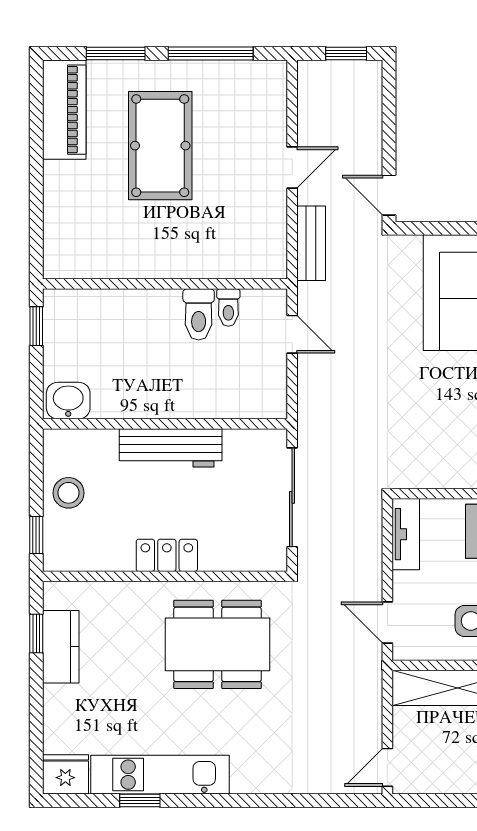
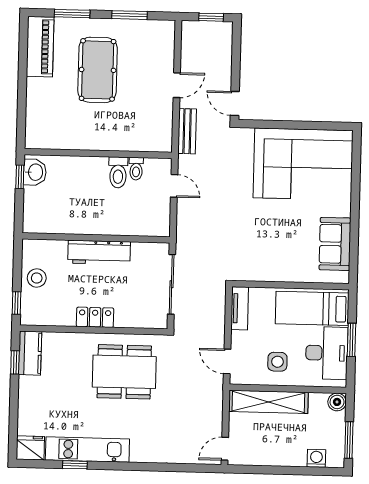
window: (211, 53) -> (129, 15), width x0.69
washbasin: (68, 401) -> (35, 172), moved, turned 90
kitchen counter: (61, 647) -> (30, 353), moved

